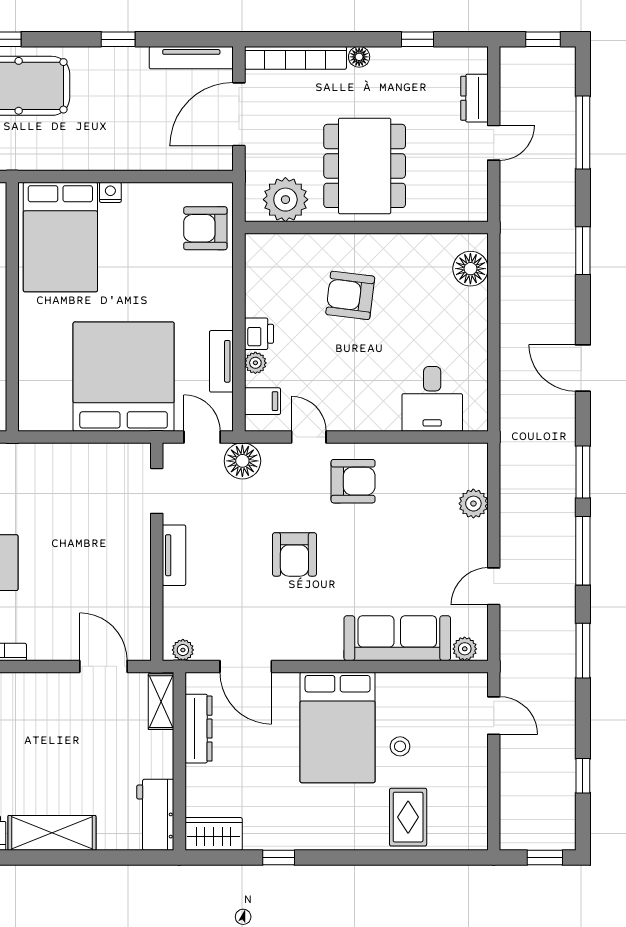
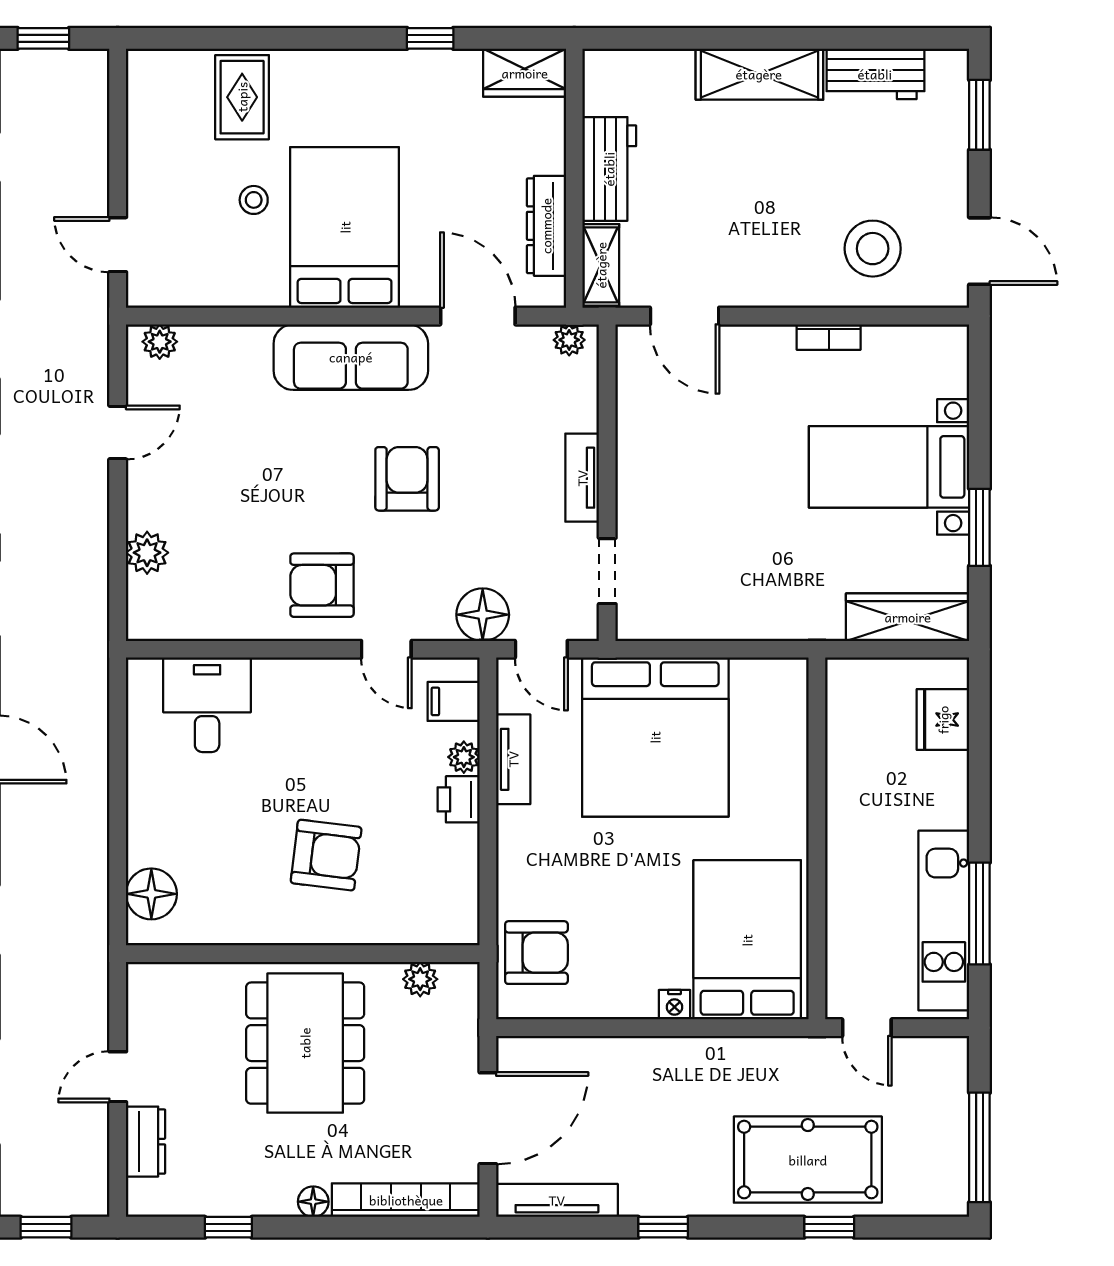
plant: (285, 200) -> (420, 979), width x0.53, depth x0.53
sofa: (397, 638) -> (351, 357), moved
workbench: (155, 815) -> (609, 169), moved

